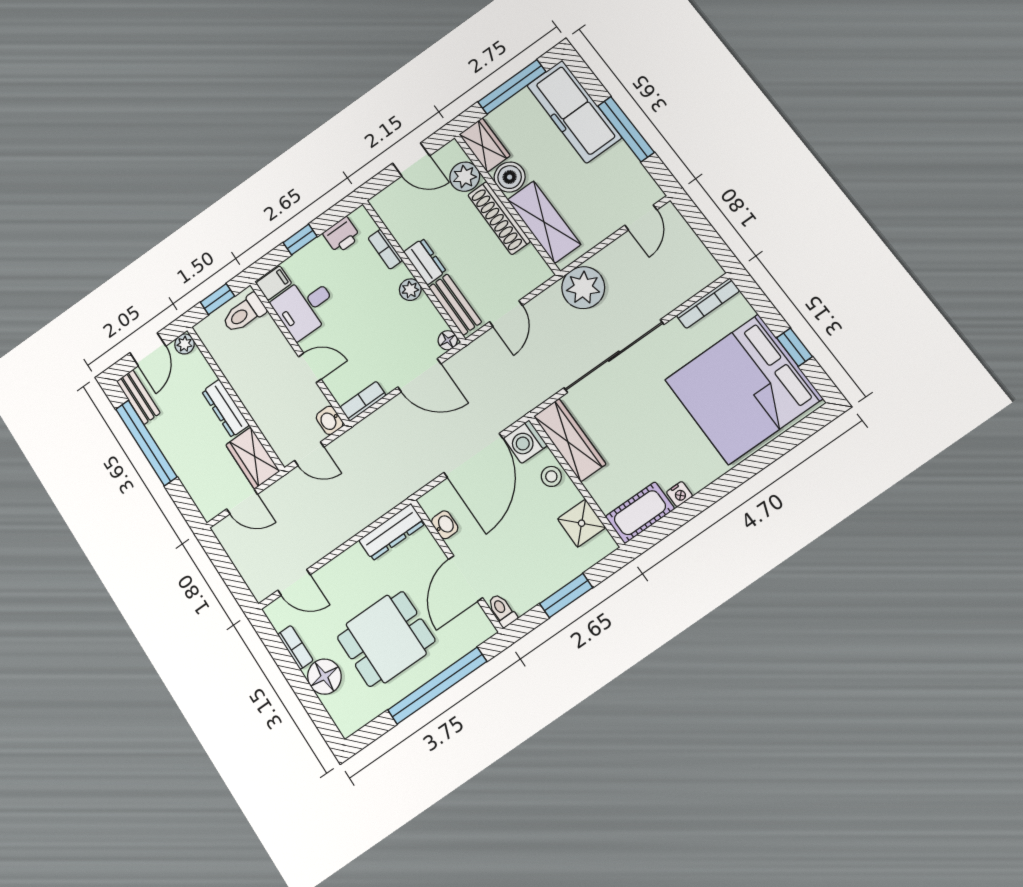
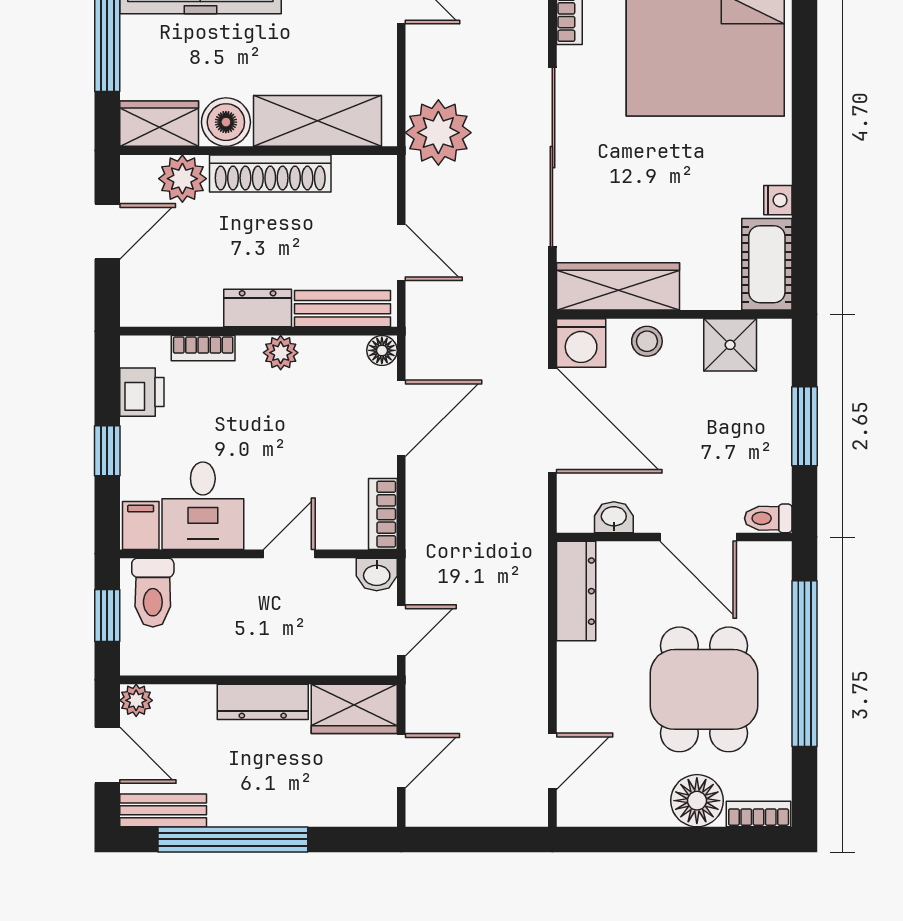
bookcase: (295, 647) -> (759, 814), moved

